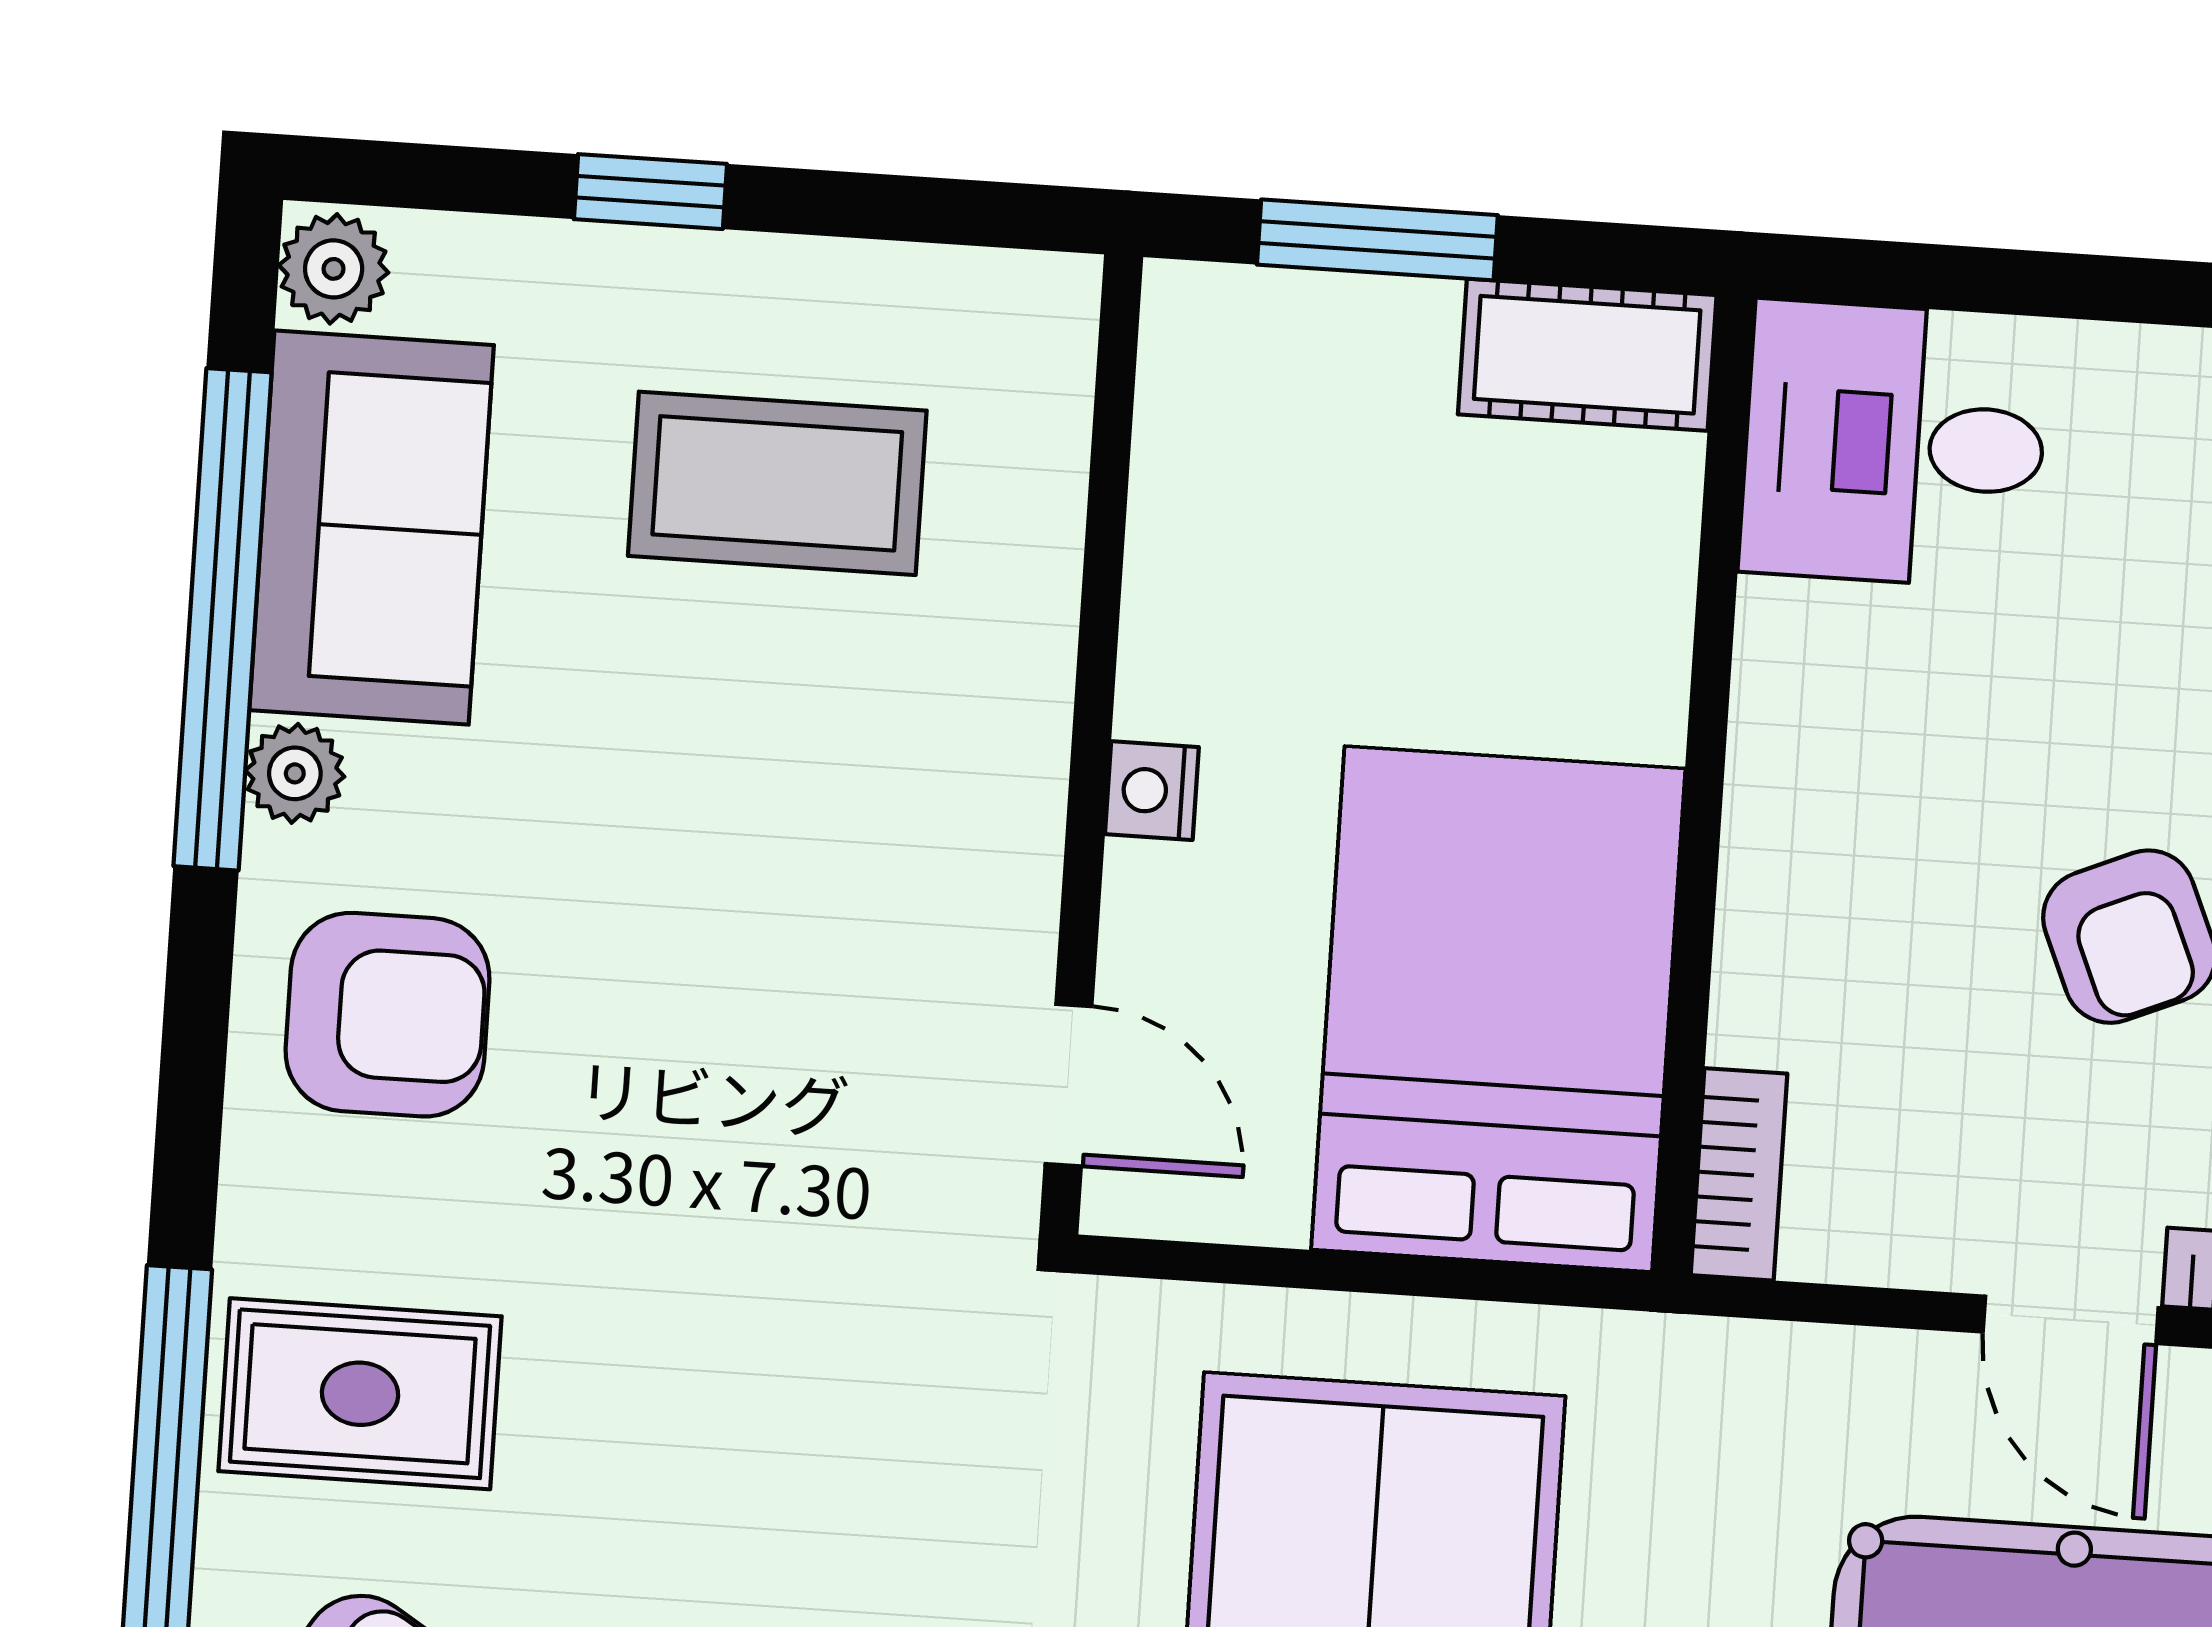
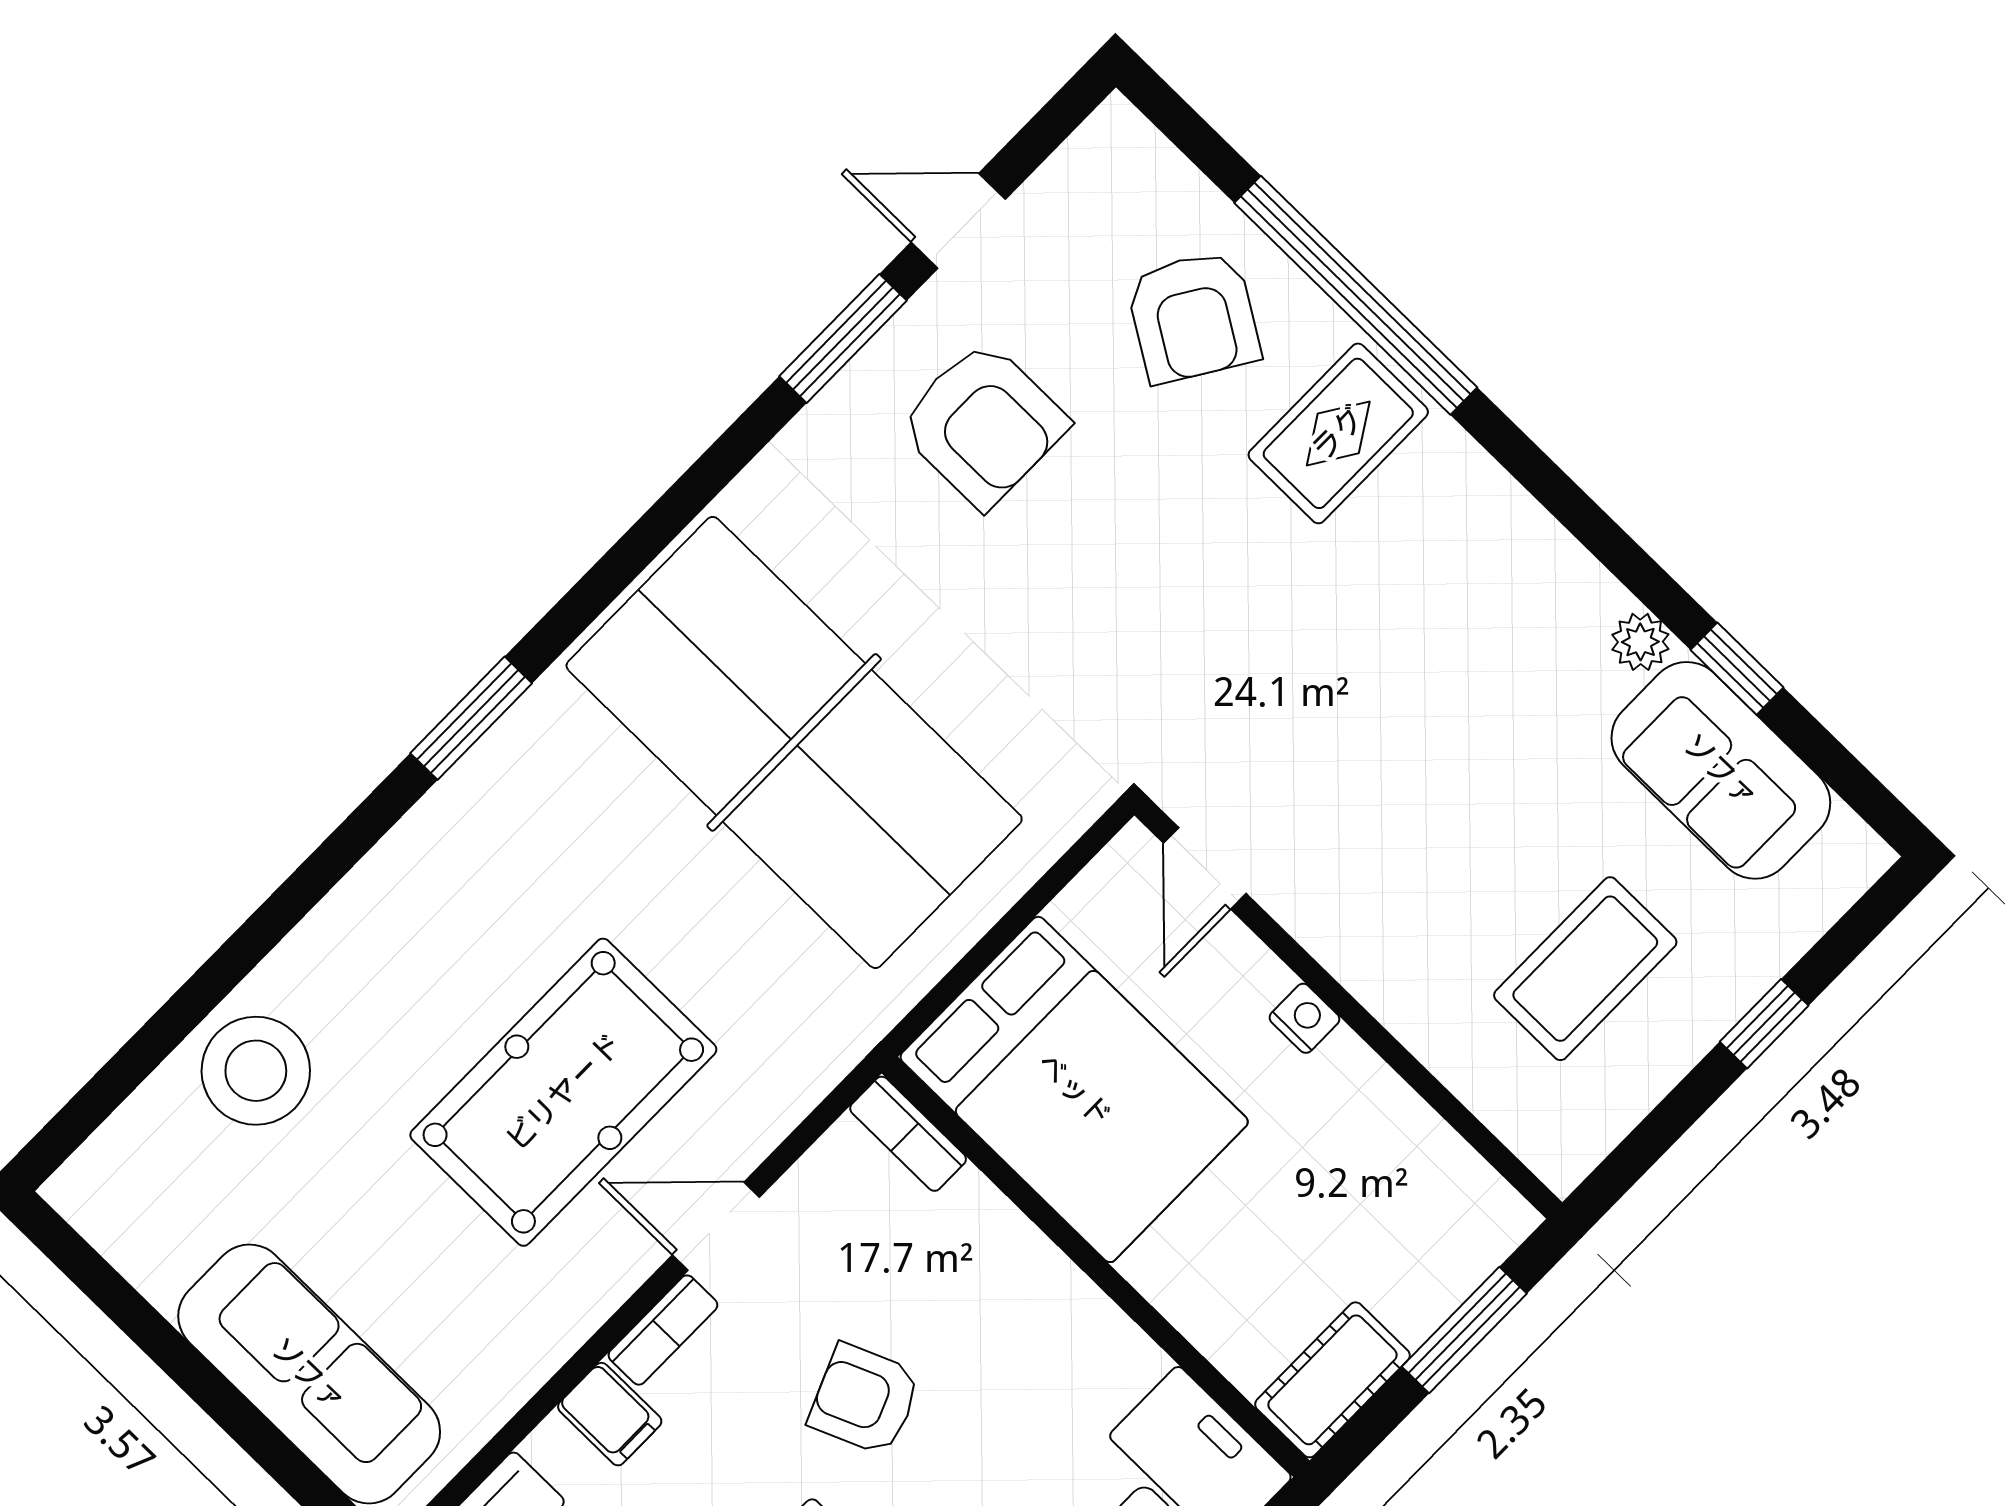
plant: (334, 269) -> (1851, 852), removed
window: (223, 619) -> (1737, 669), width x0.32
armchair: (388, 1015) -> (1497, 591), removed
door: (1069, 1085) -> (1205, 868), hinge flipped

